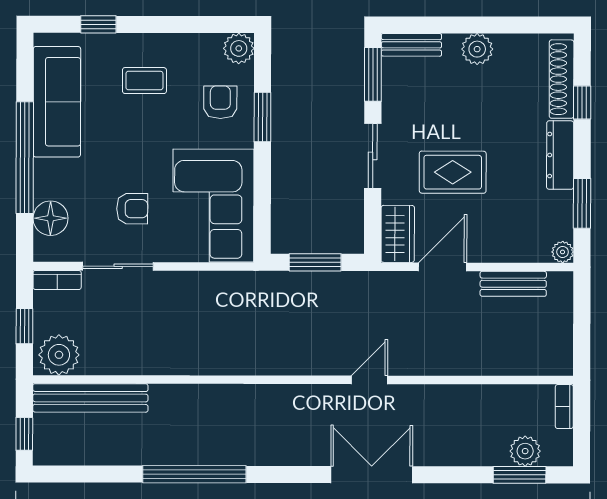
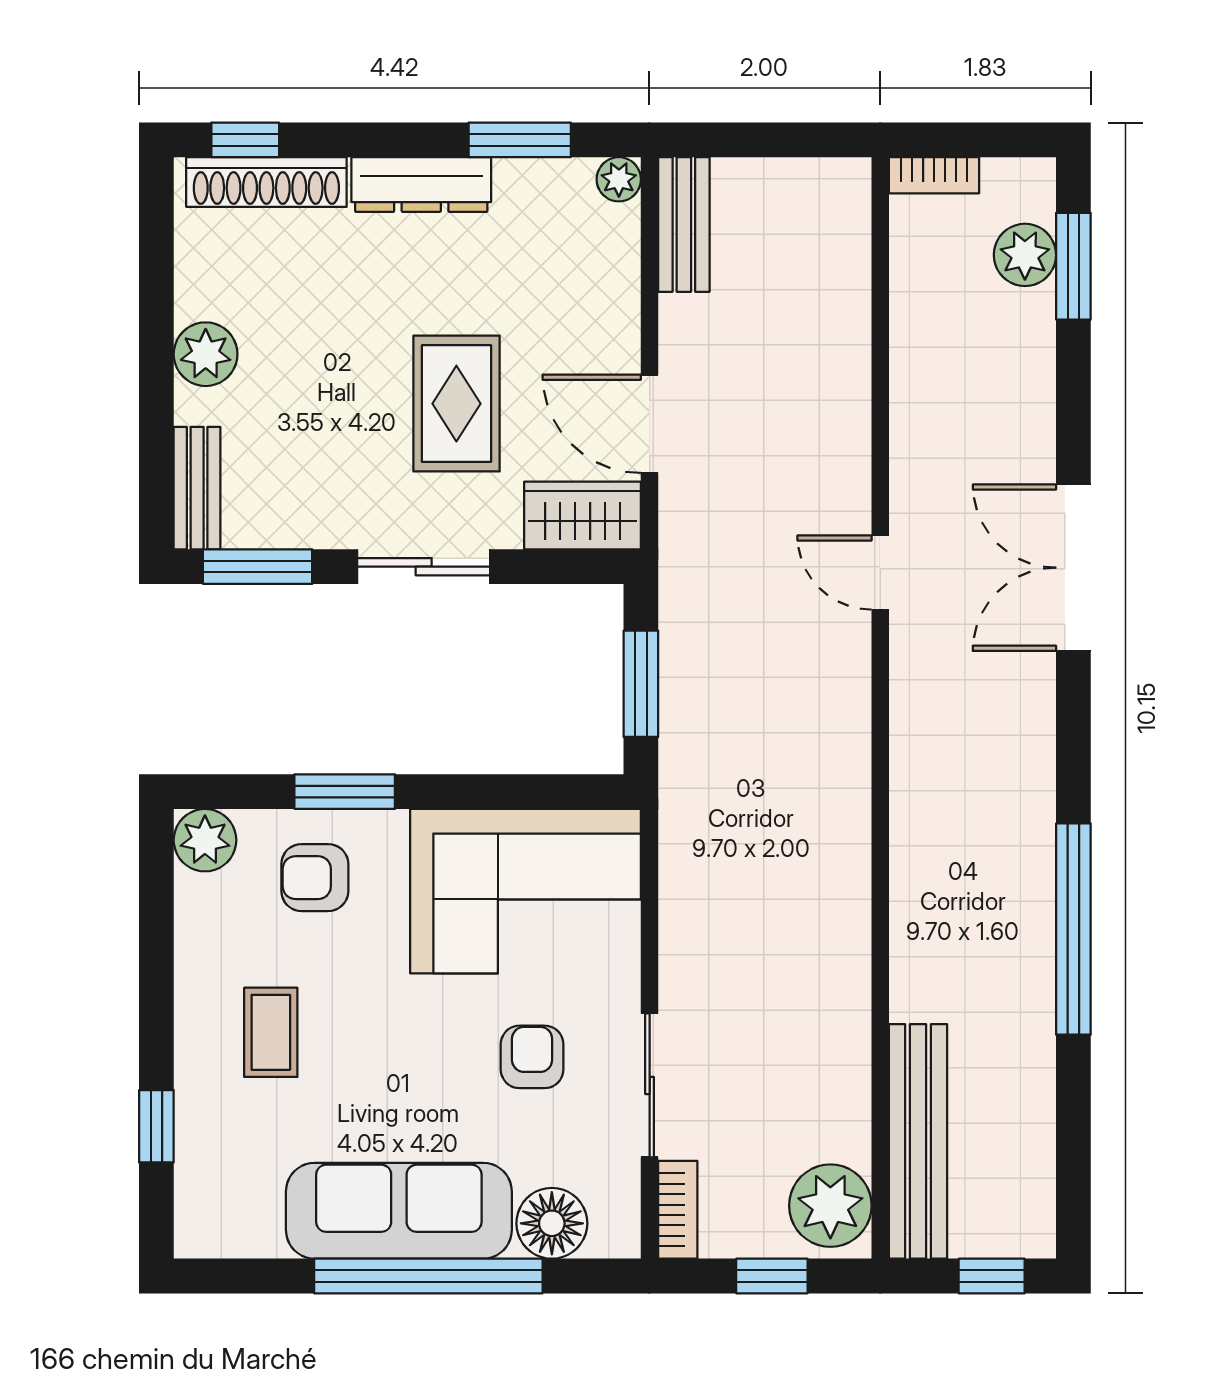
sofa: (57, 102) -> (399, 1211), moved
window: (582, 102) -> (245, 140), moved
bench: (513, 284) -> (684, 224), moved

